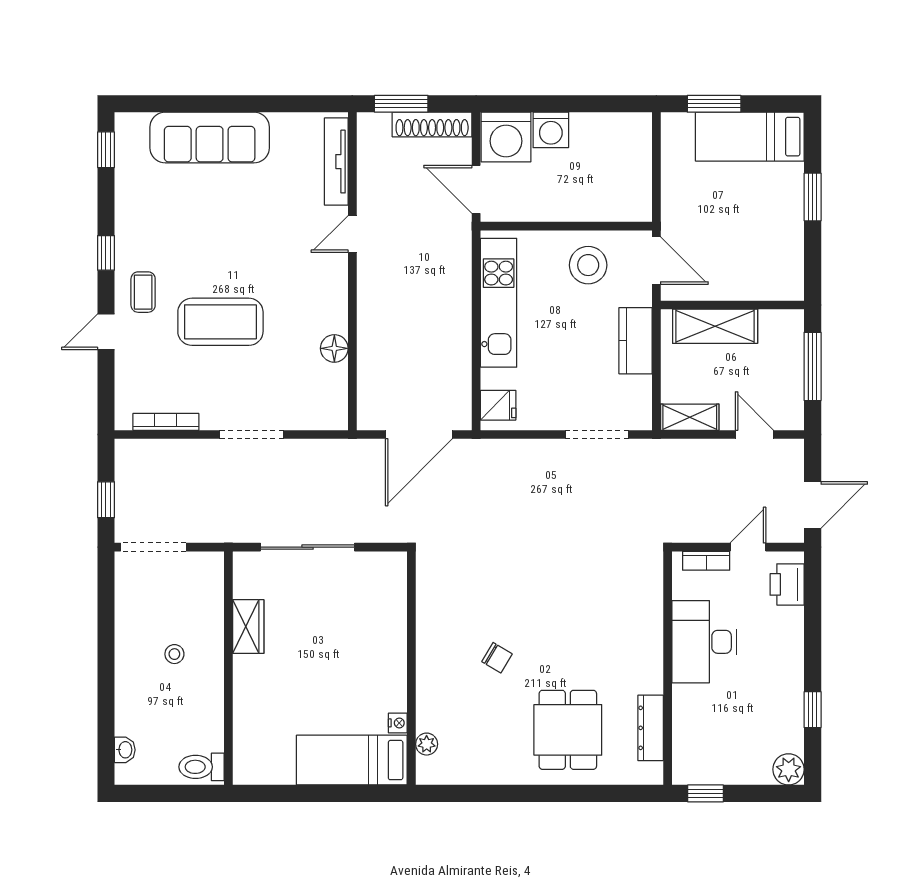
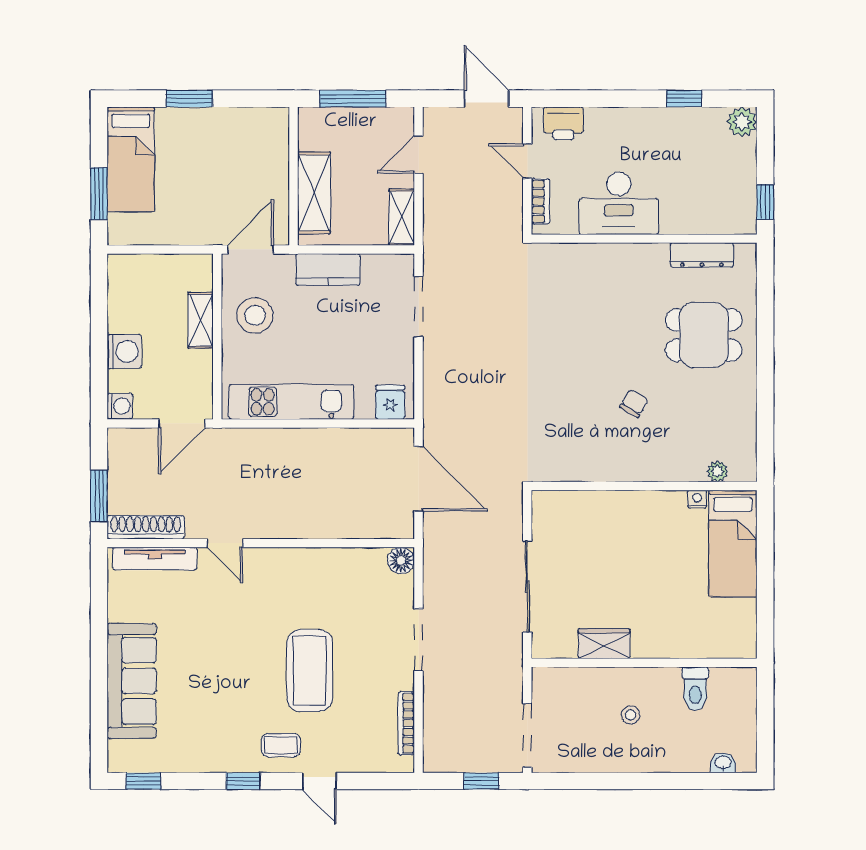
shoe rack: (432, 124) -> (146, 527), moved, turned -90
washing machine: (506, 137) -> (120, 406), width x0.53, depth x0.53
shelving: (583, 209) -> (201, 320), added
floor lamp: (334, 348) -> (401, 561), moved
toilet: (202, 767) -> (695, 689), moved

